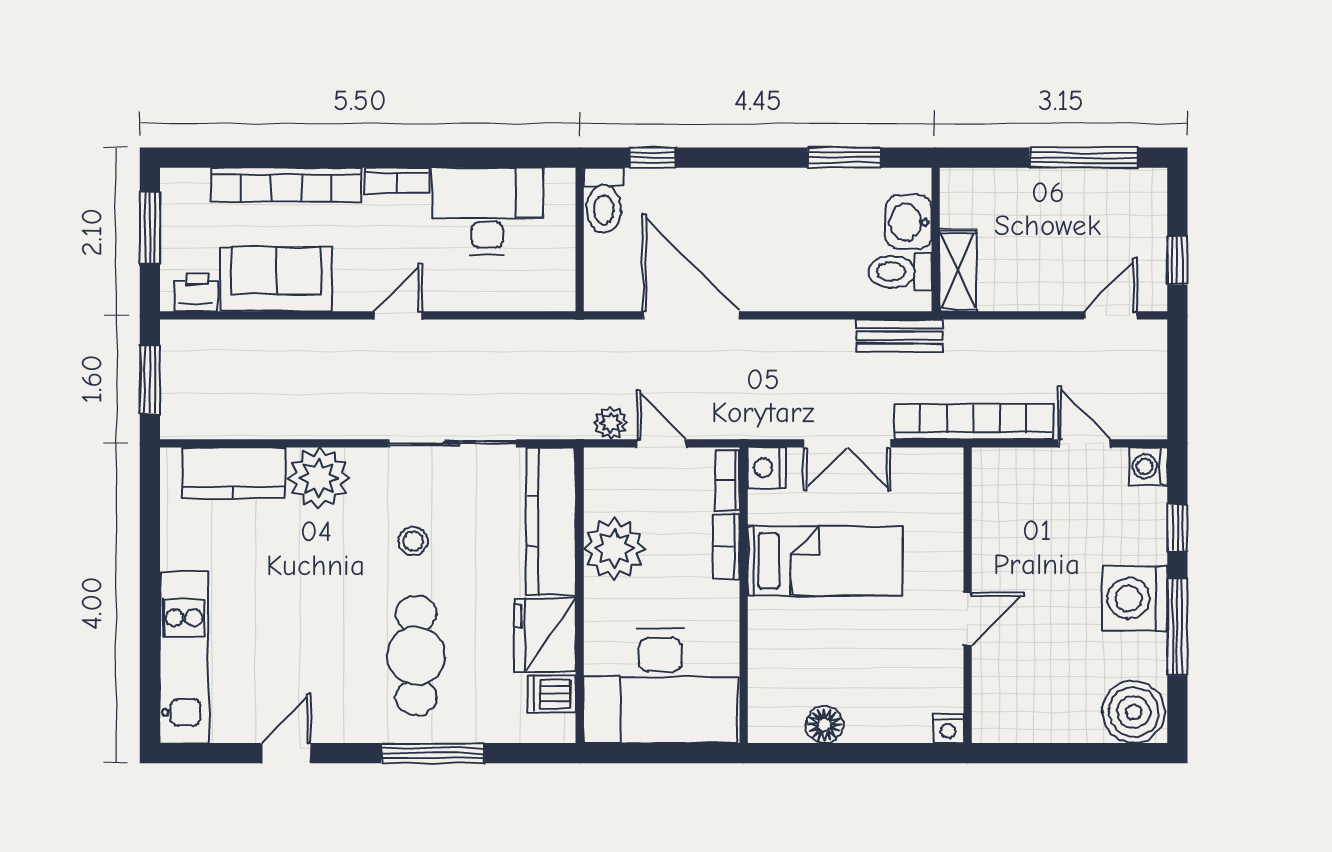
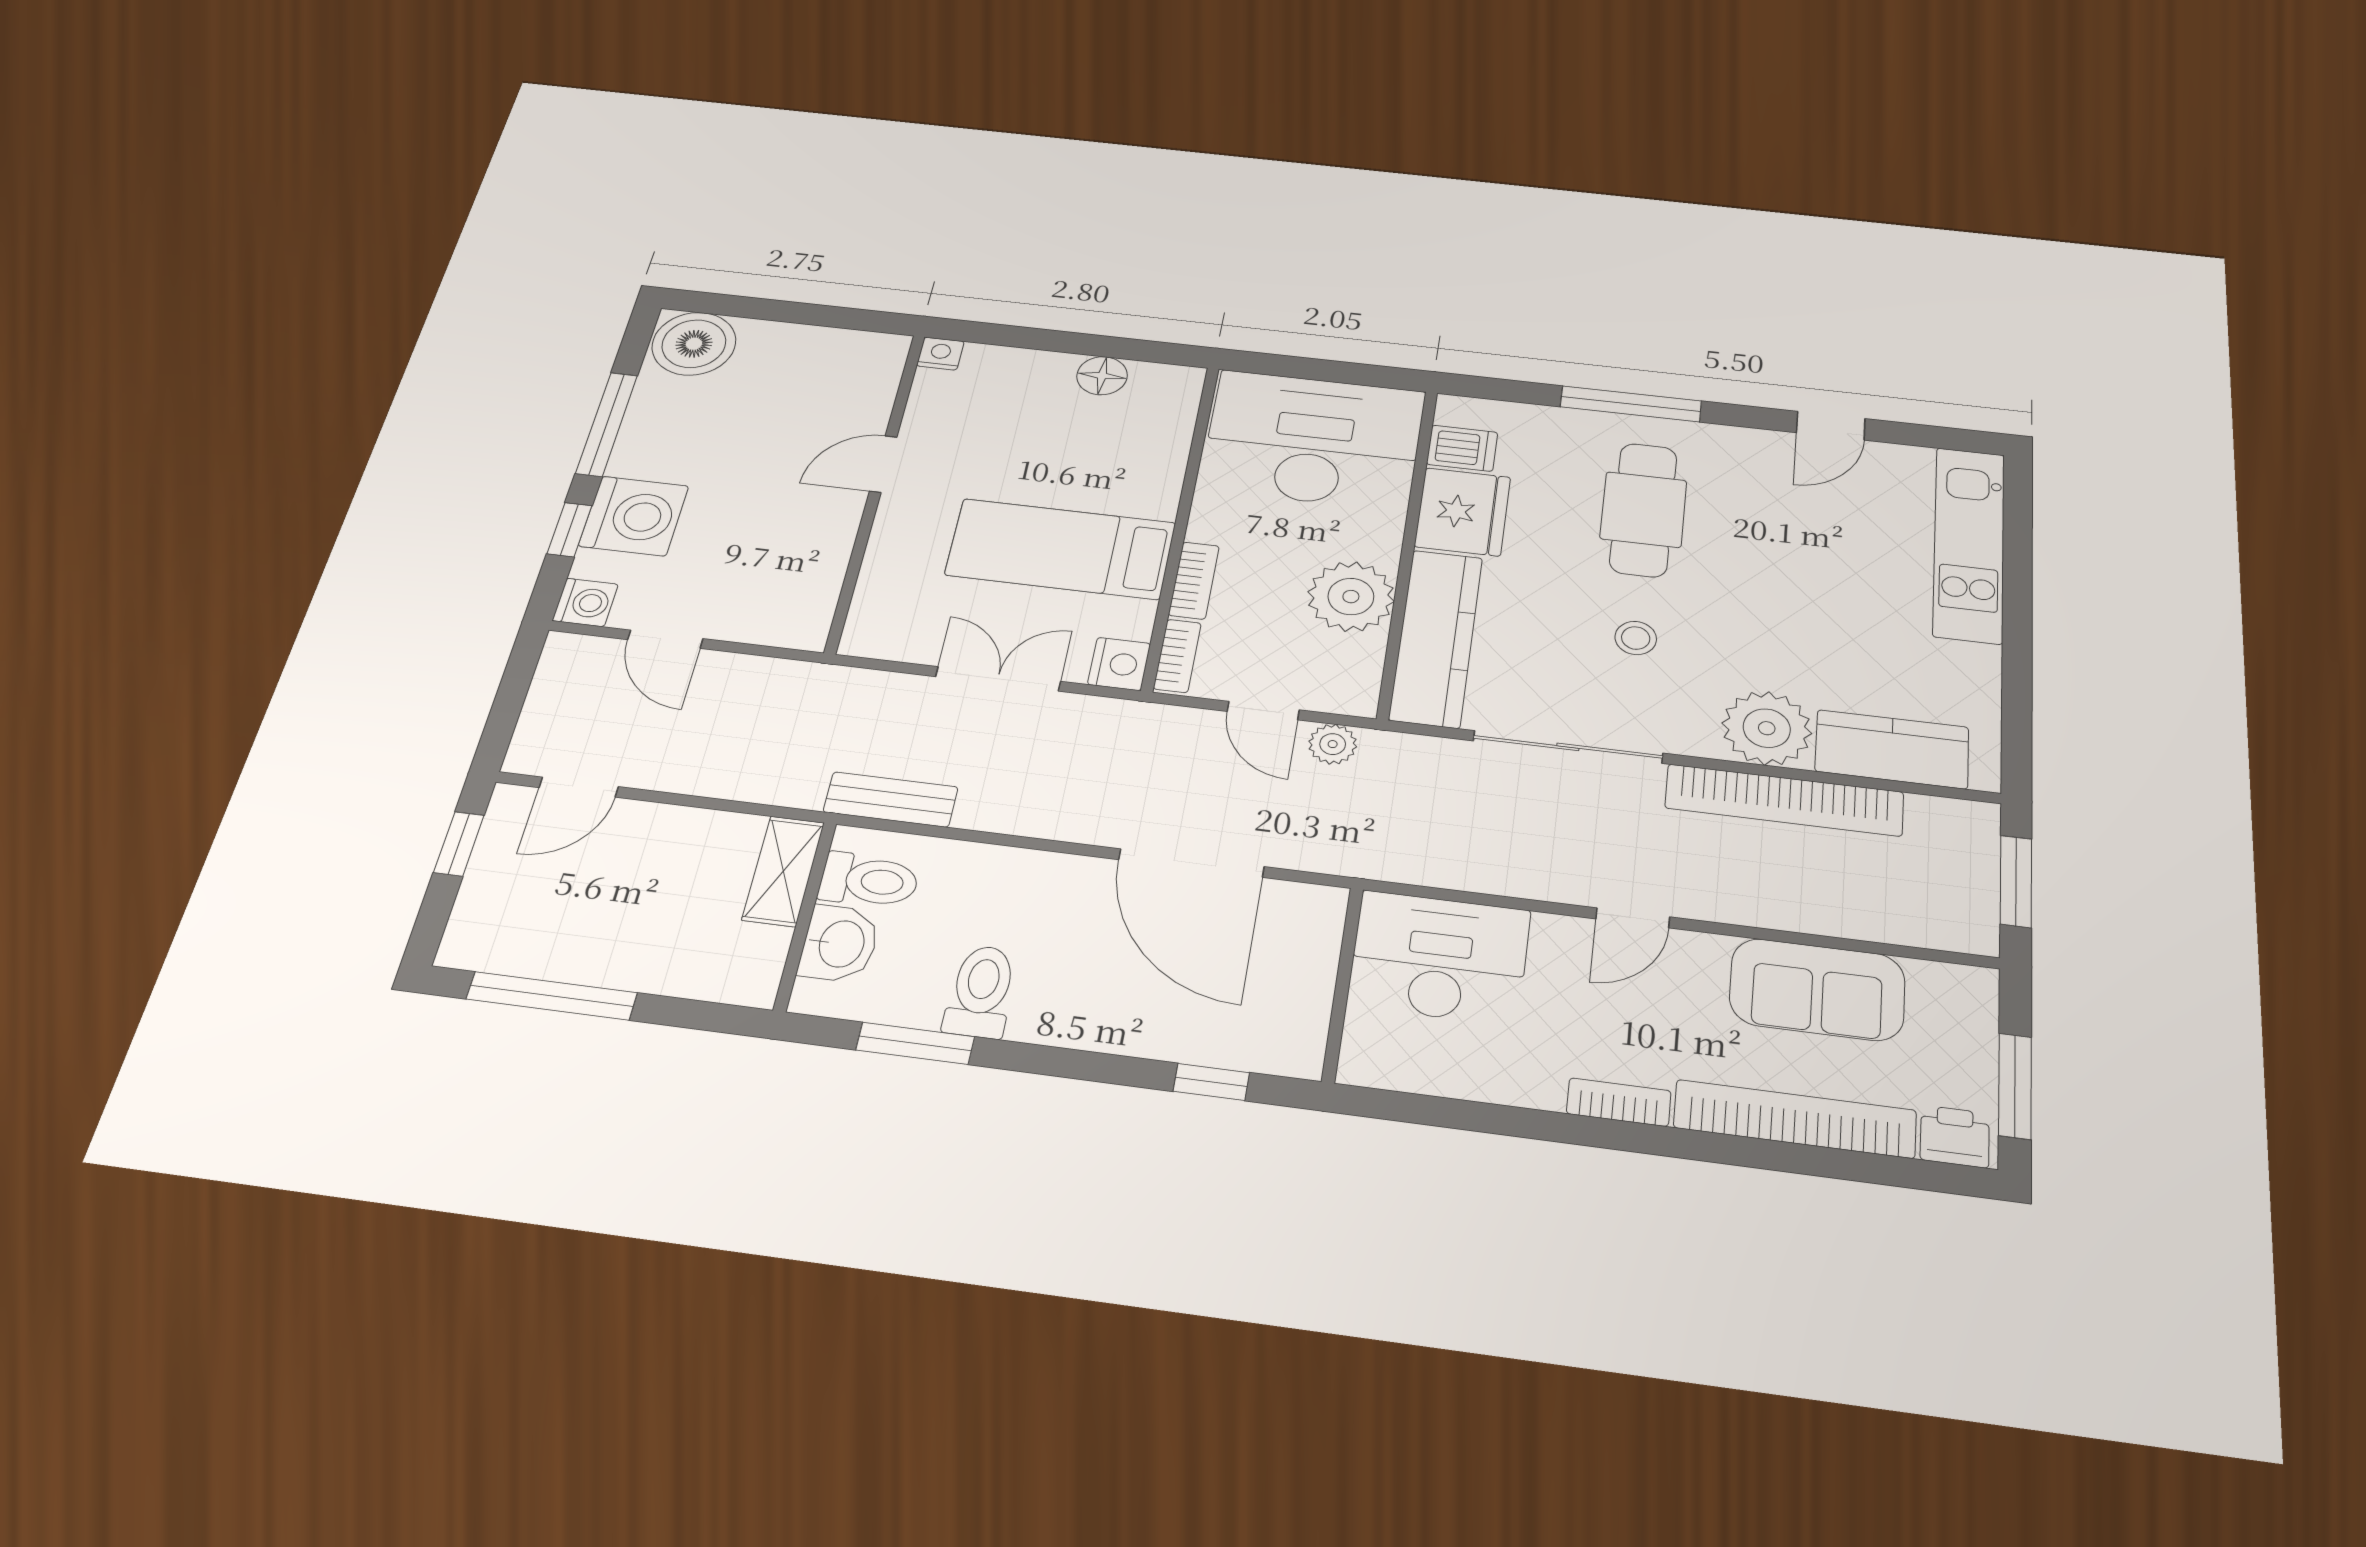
toilet: (604, 200) -> (981, 991), moved
desk: (487, 211) -> (1439, 957), moved, turned 180
printer: (196, 292) -> (1955, 1136), moved, turned 180
bookcase: (973, 421) -> (1784, 800), moved
washing machine: (1135, 599) -> (634, 516), moved

